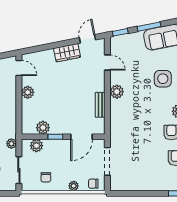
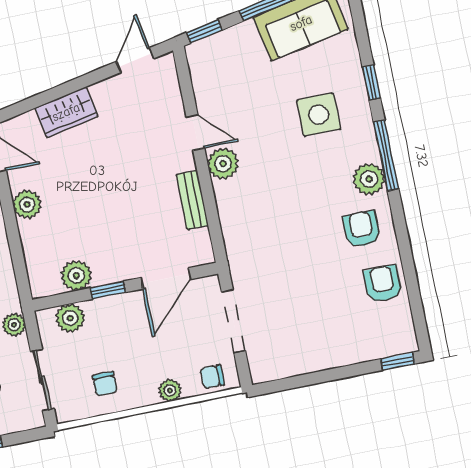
wardrobe: (67, 53) -> (66, 112), moved
door: (107, 63) -> (195, 132), moved

